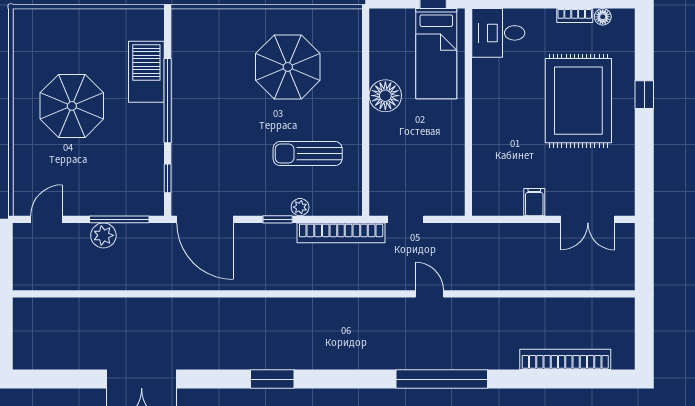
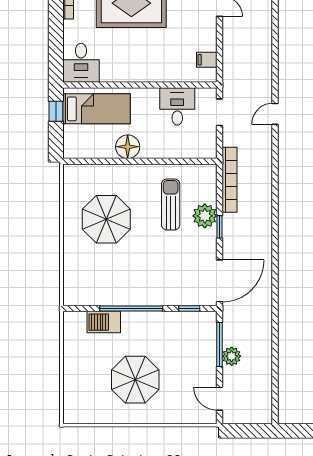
barbecue: (146, 72) -> (104, 322), width x0.73, depth x0.83
sun lounger: (308, 154) -> (171, 204), turned 180
desk: (440, 162) -> (177, 106), added
filing cabinet: (534, 202) -> (207, 60), moved
plant: (300, 207) -> (205, 216), width x1.88, depth x1.88
doorway: (406, 219) -> (220, 112), moved

